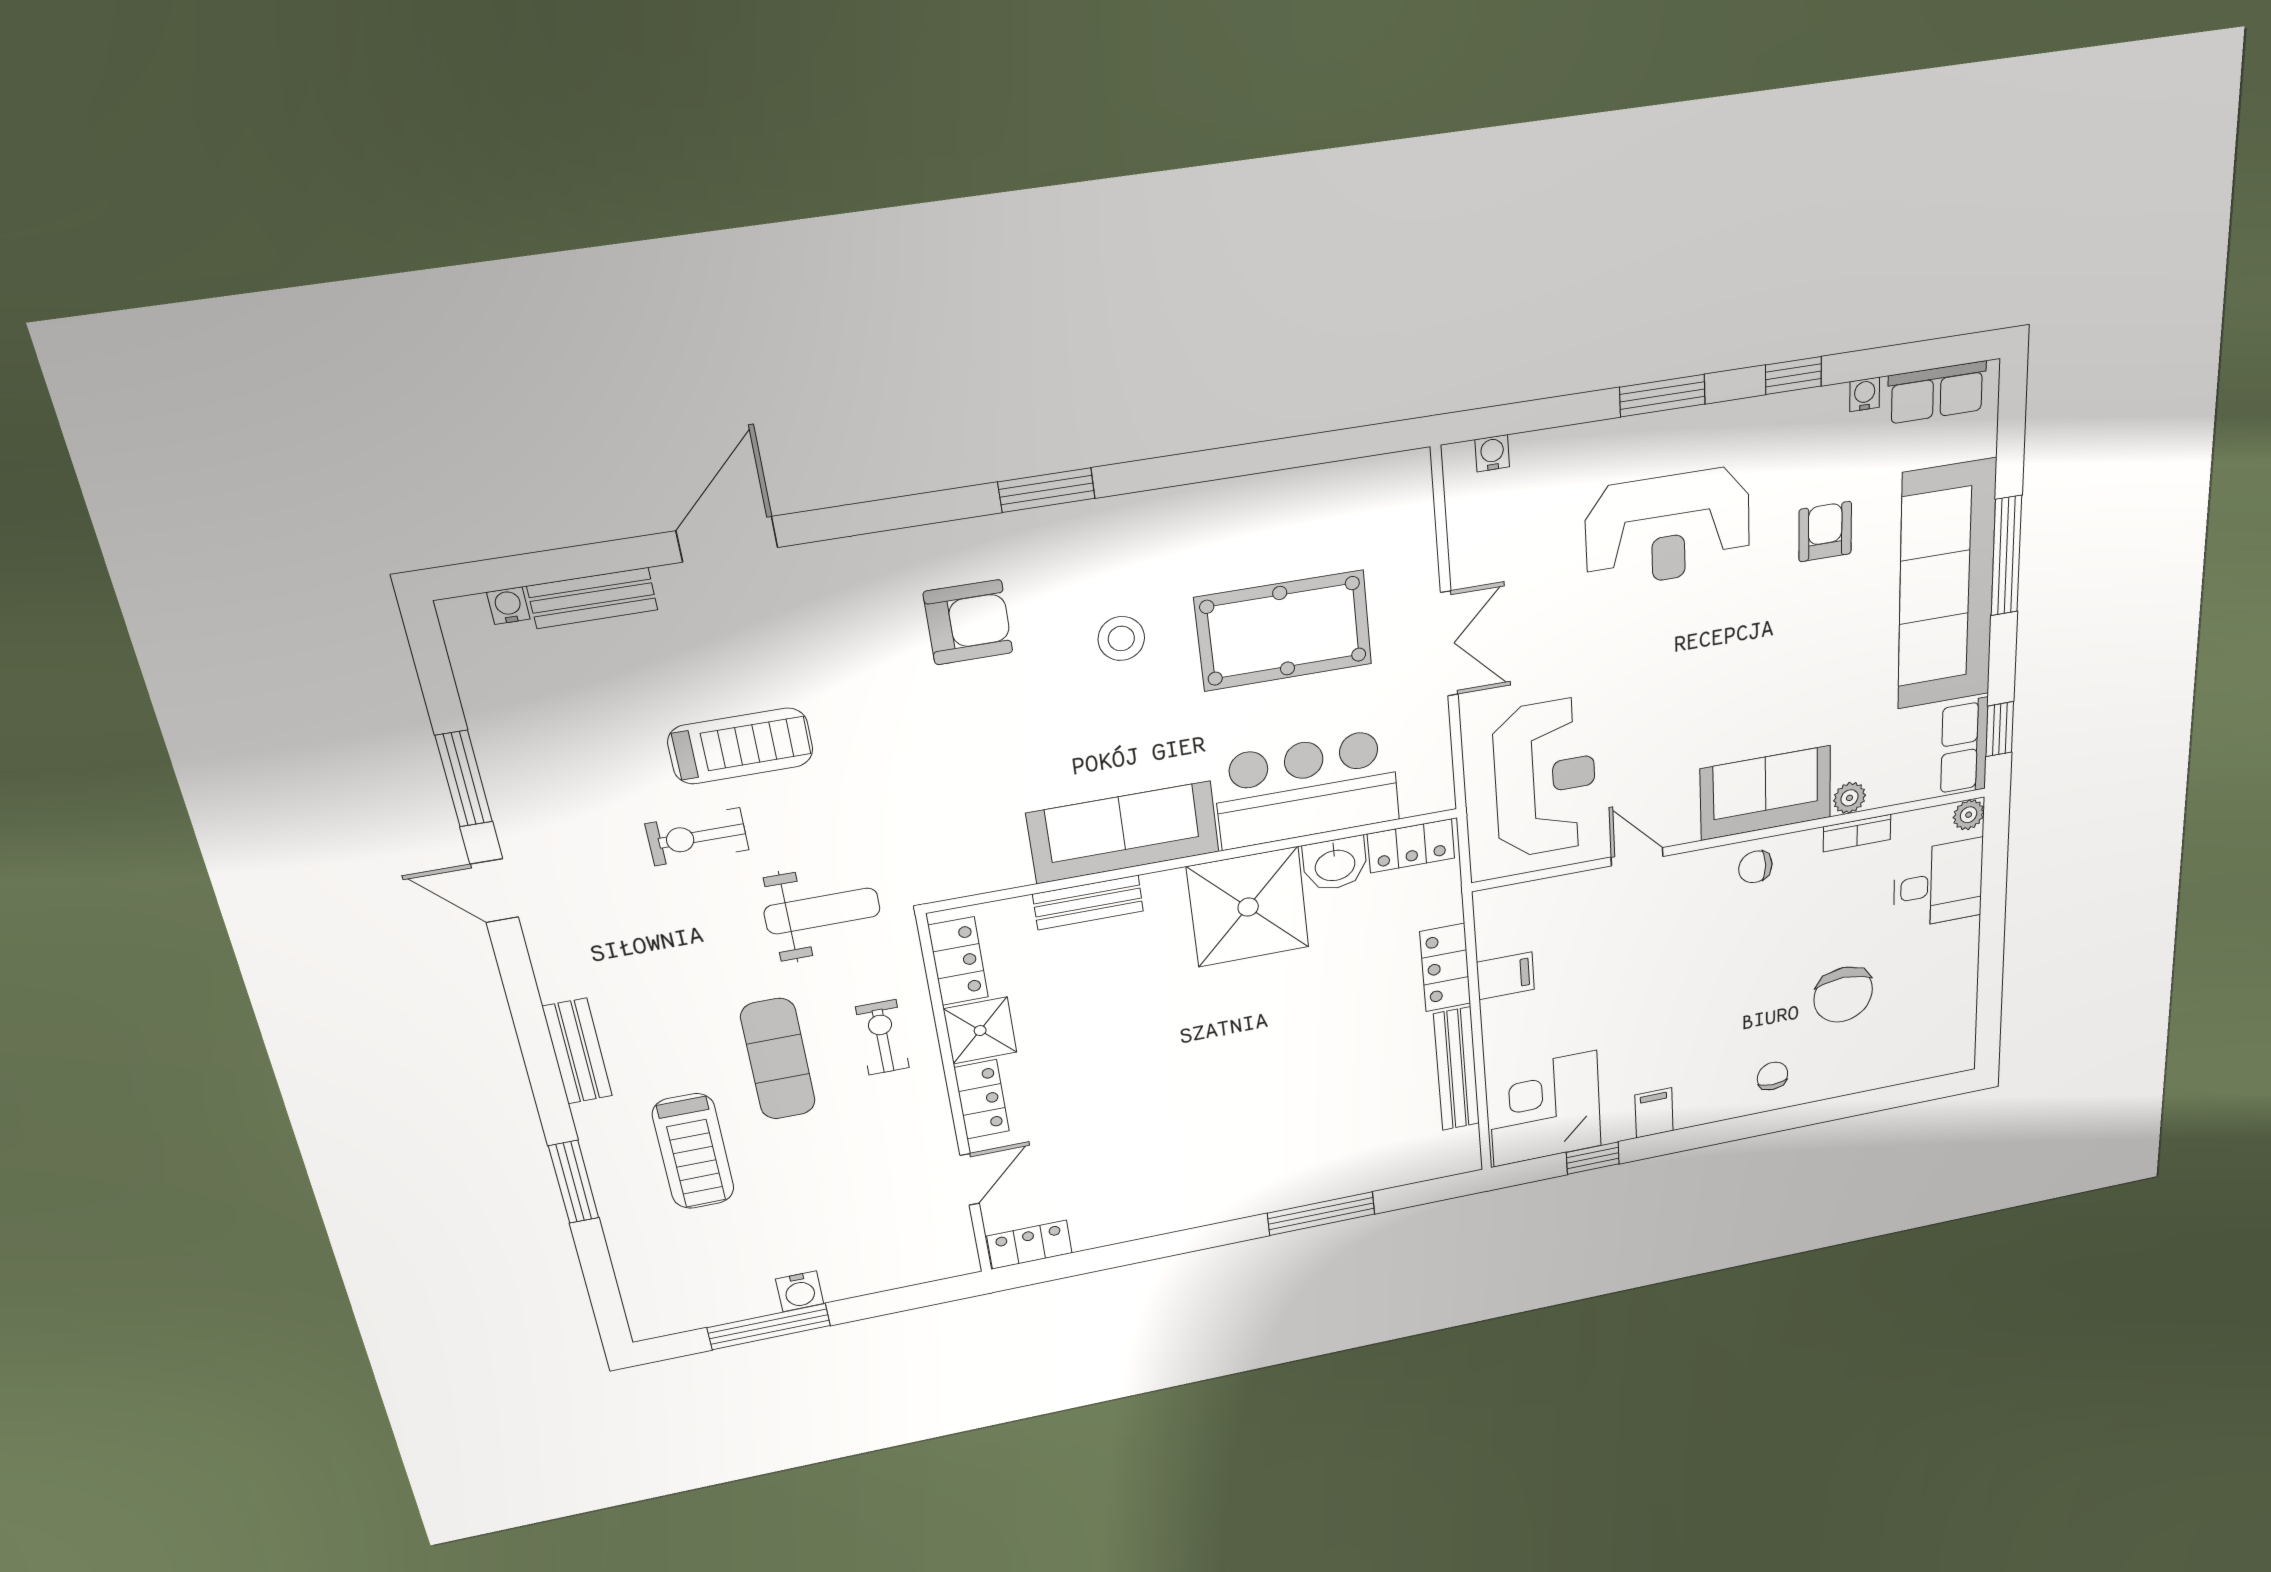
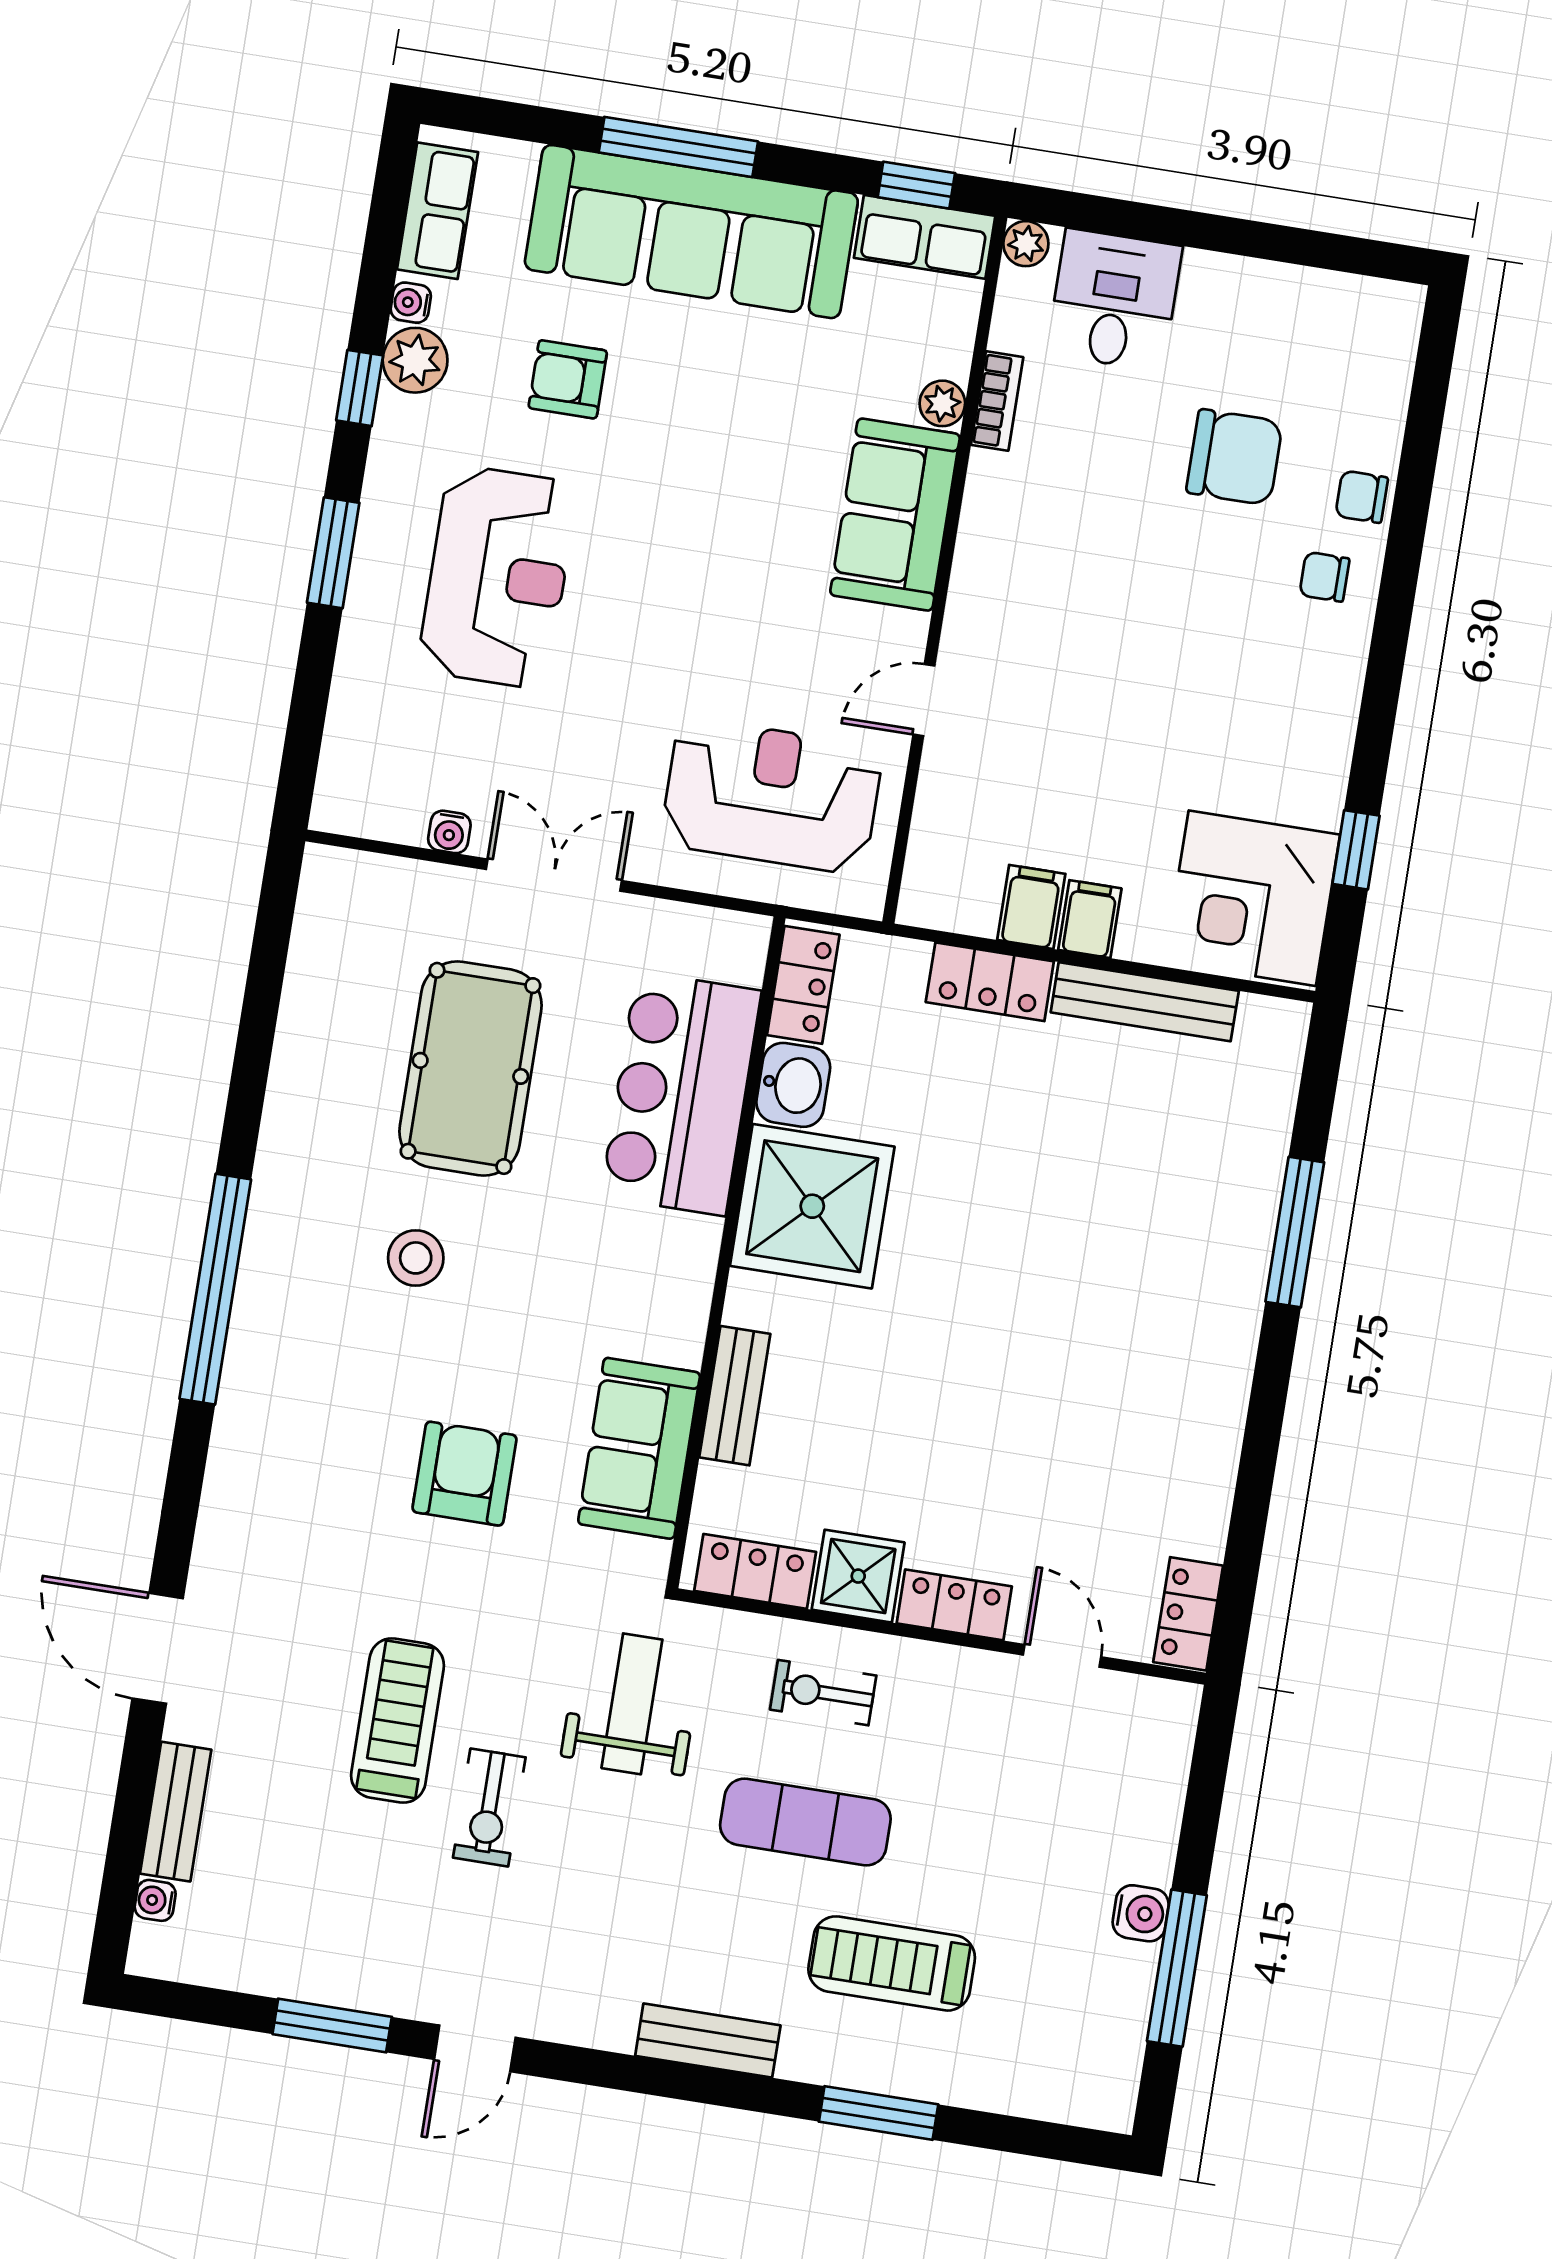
plant: (1821, 412) -> (415, 360), added
water cooler: (1492, 453) -> (449, 832), moved, turned -90
window: (1046, 490) -> (215, 1289), width x2.11
armchair: (968, 622) -> (464, 1474), moved
sofa: (1123, 832) -> (639, 1448), moved, width x0.73
chair: (1755, 867) -> (1362, 497), moved, turned 90
filing cabinet: (1654, 1113) -> (1090, 919), moved, turned 90
treadmill: (693, 1151) -> (892, 1963), turned 180

